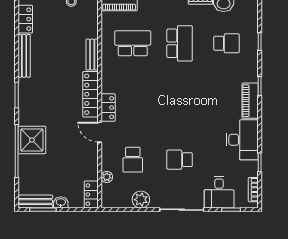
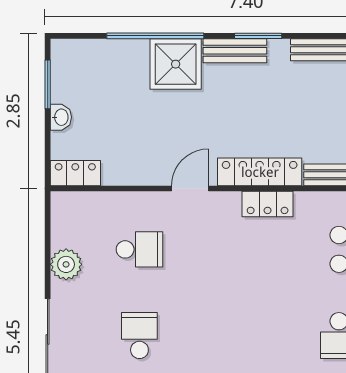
locker: (108, 108) -> (268, 204), moved
school desk: (133, 160) -> (139, 249), turned 180
plant: (107, 177) -> (108, 202), removed
bench: (35, 202) -> (235, 51), moved, turned 90

